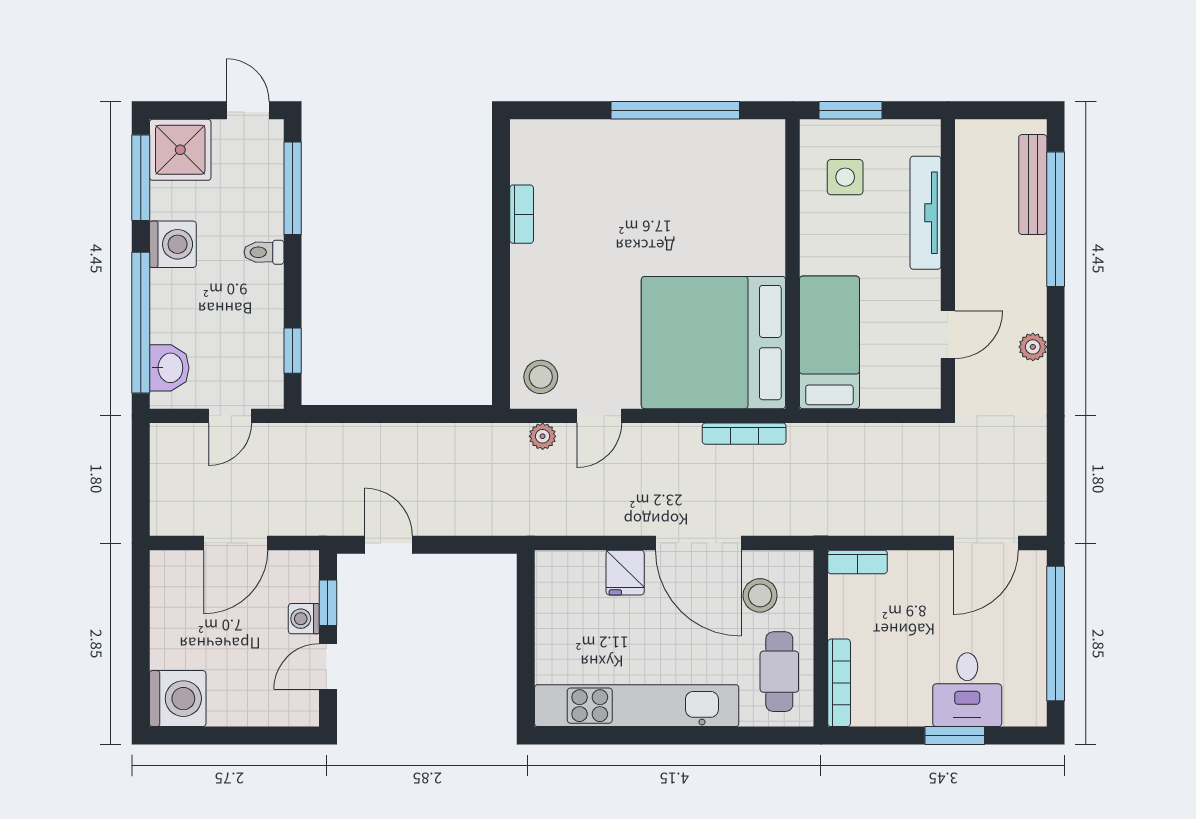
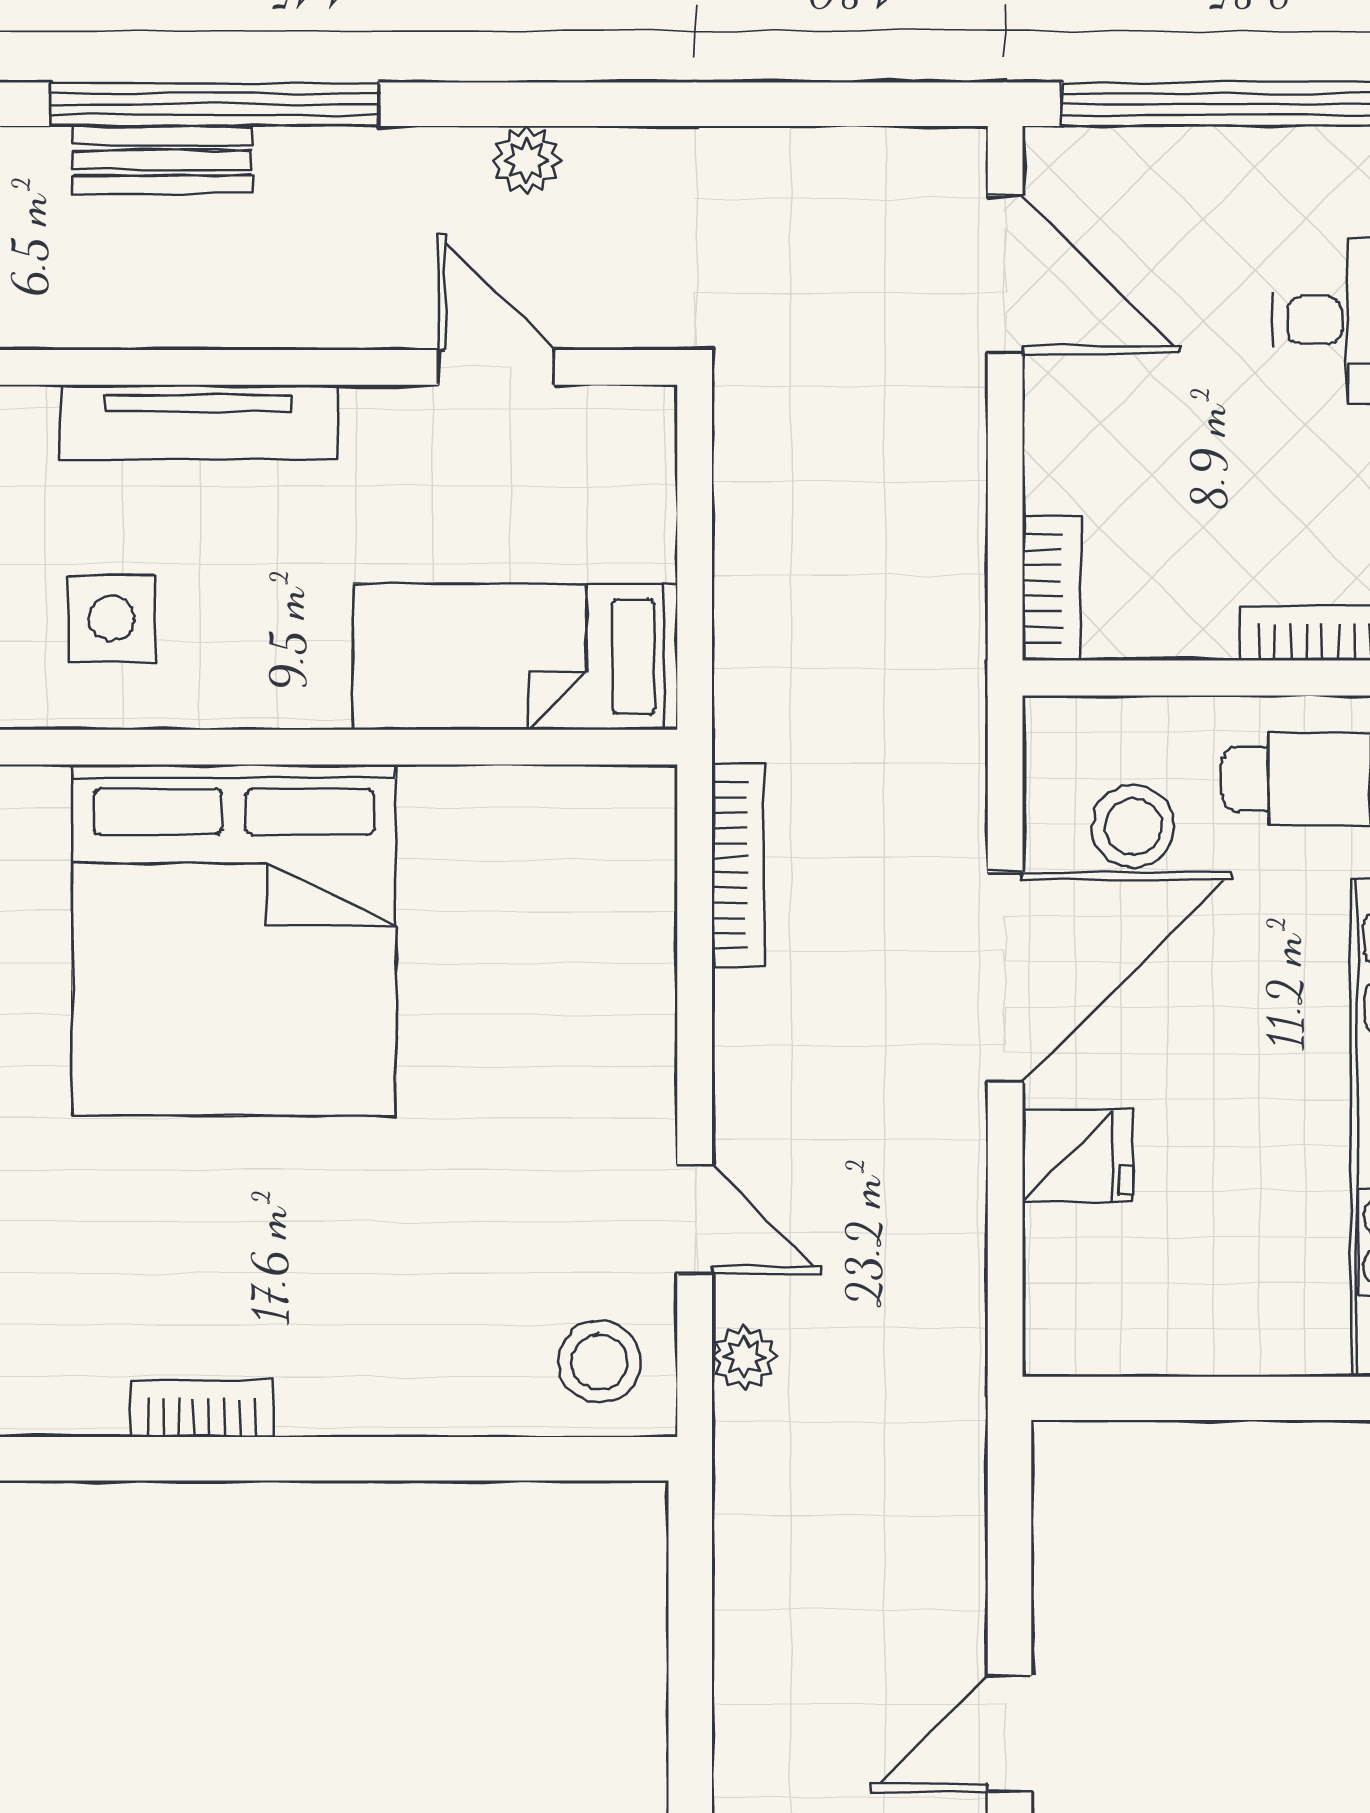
bench: (1033, 185) -> (162, 160), width x0.73
bed: (713, 343) -> (234, 940), moved

